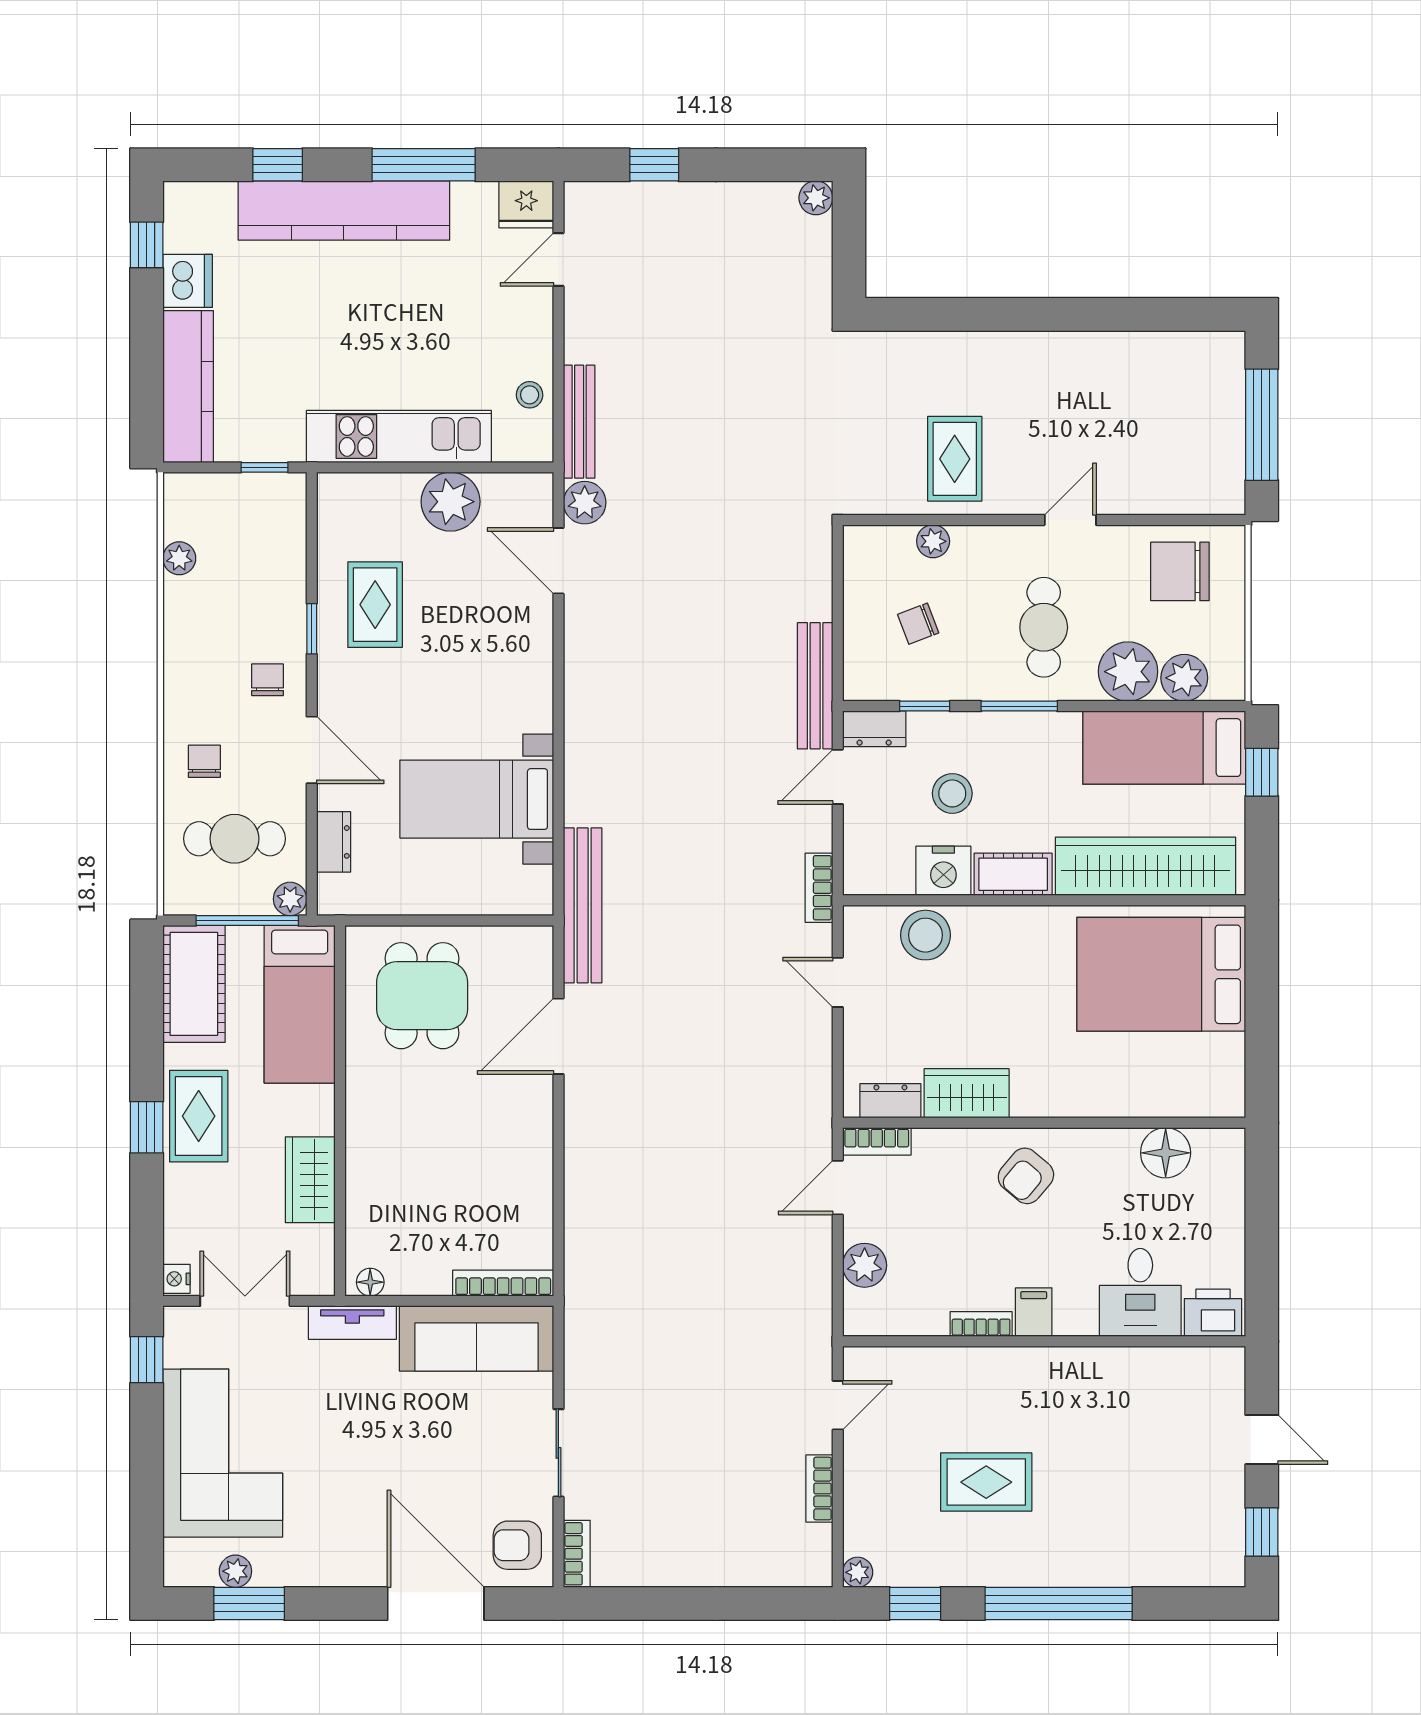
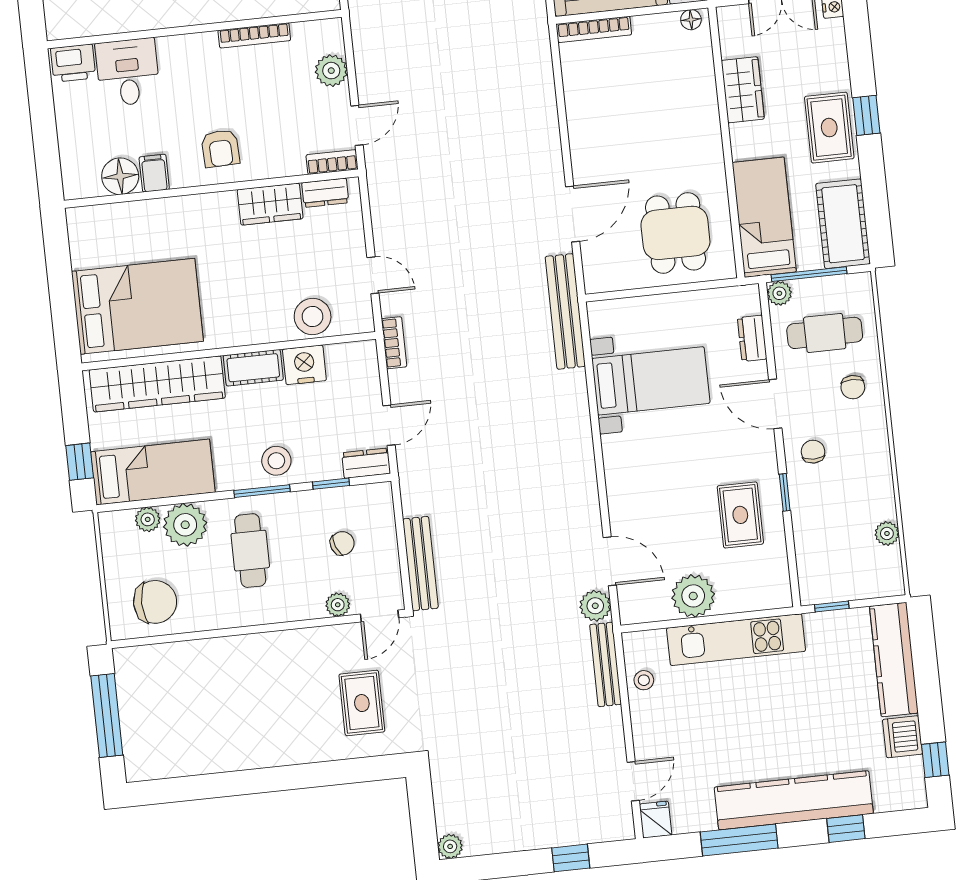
fridge: (526, 204) -> (656, 820), width x0.72
rug: (955, 459) -> (362, 703), moved
door: (1070, 520) -> (380, 616), moved
plant: (1184, 678) -> (148, 519), width x0.73, depth x0.73
chair: (267, 680) -> (813, 452), turned 180
bench: (815, 686) -> (420, 564), moved
stool: (952, 793) -> (276, 461), moved
armchair: (1026, 1176) -> (220, 148), turned 138
filing cabinet: (1034, 1312) -> (154, 173), moved, turned 180
bookcase: (981, 1324) -> (254, 35), width x1.56

